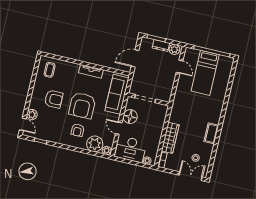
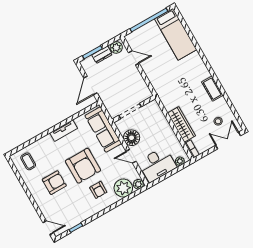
bed: (205, 73) -> (176, 34), moved
plant: (32, 115) -> (48, 212), removed

